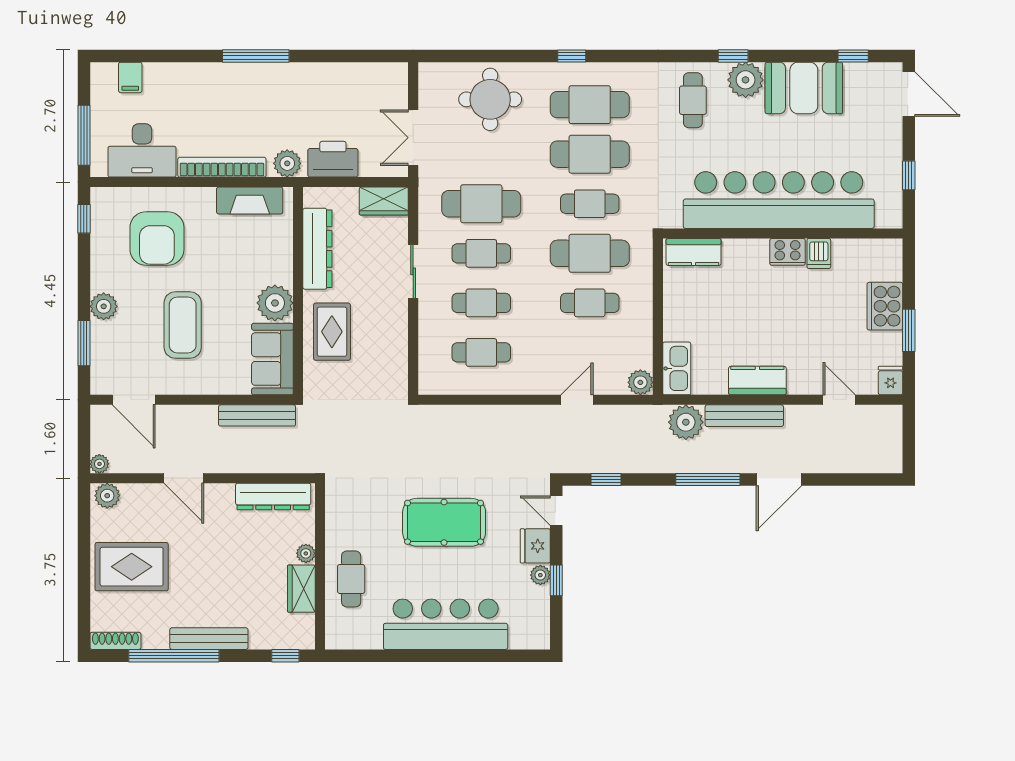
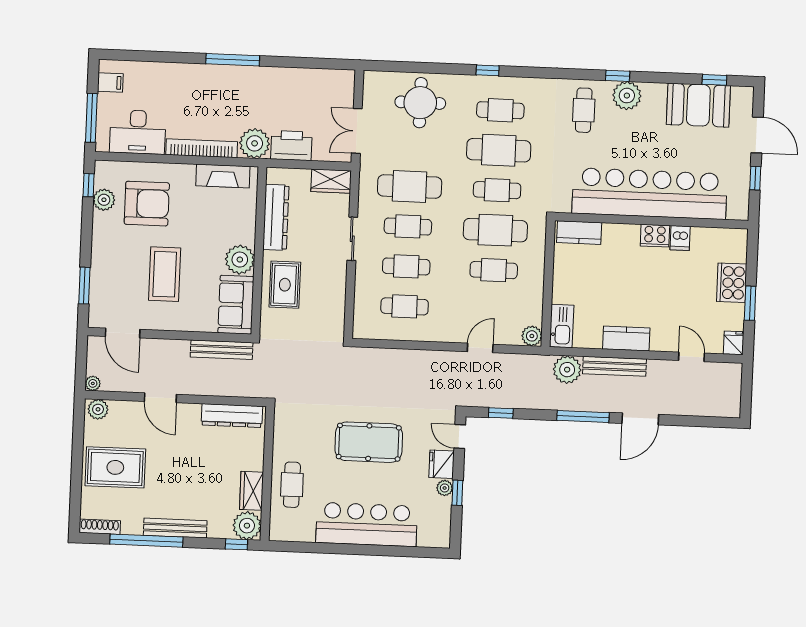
filing cabinet: (130, 77) -> (110, 83), moved, turned -90
booth: (804, 88) -> (698, 105), moved
door: (909, 94) -> (757, 135), moved
cafe table: (590, 105) -> (500, 110), width x0.73, depth x0.74
plant: (287, 163) -> (255, 143), width x1.36, depth x1.36
armchair: (157, 238) -> (147, 204), turned -90
plant: (104, 306) -> (104, 200), moved
plant: (306, 553) -> (247, 526), moved, width x1.88, depth x1.88

